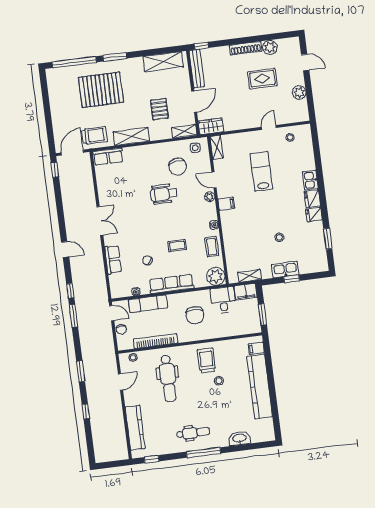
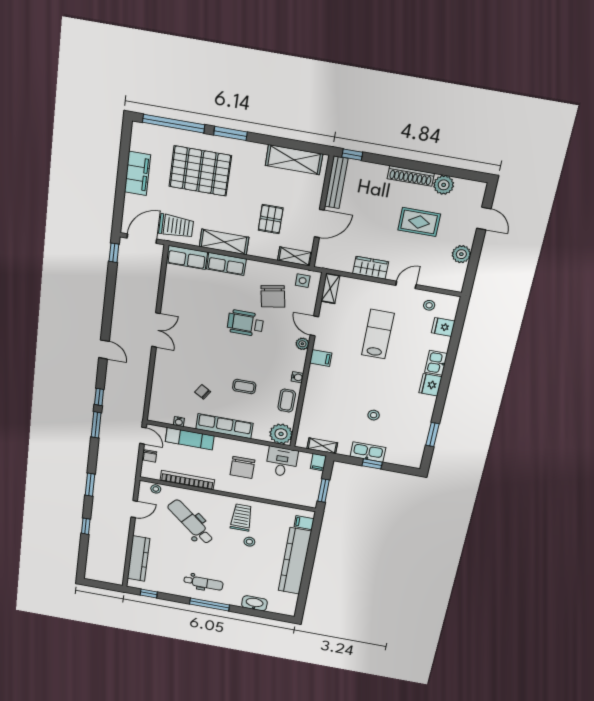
filing cabinet: (58, 105) -> (137, 173), added
wardrobe: (211, 126) -> (371, 268), moved
fridge: (314, 215) -> (443, 327), moved
row of seats: (113, 260) -> (226, 264), moved, turned 90
filing cabinet: (246, 292) -> (318, 462), width x0.50
dental chair: (168, 378) -> (191, 522), turned 131

